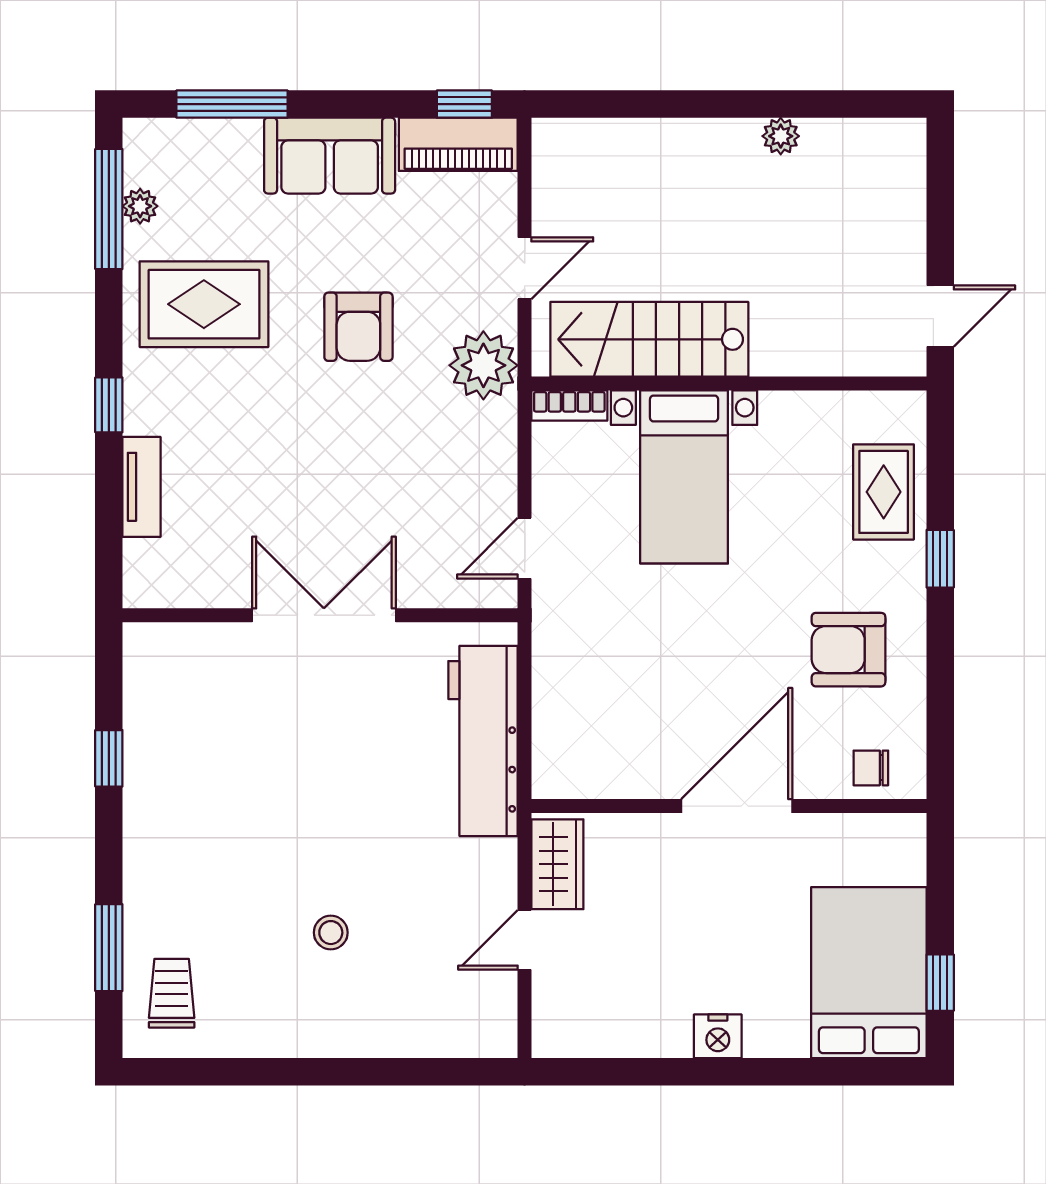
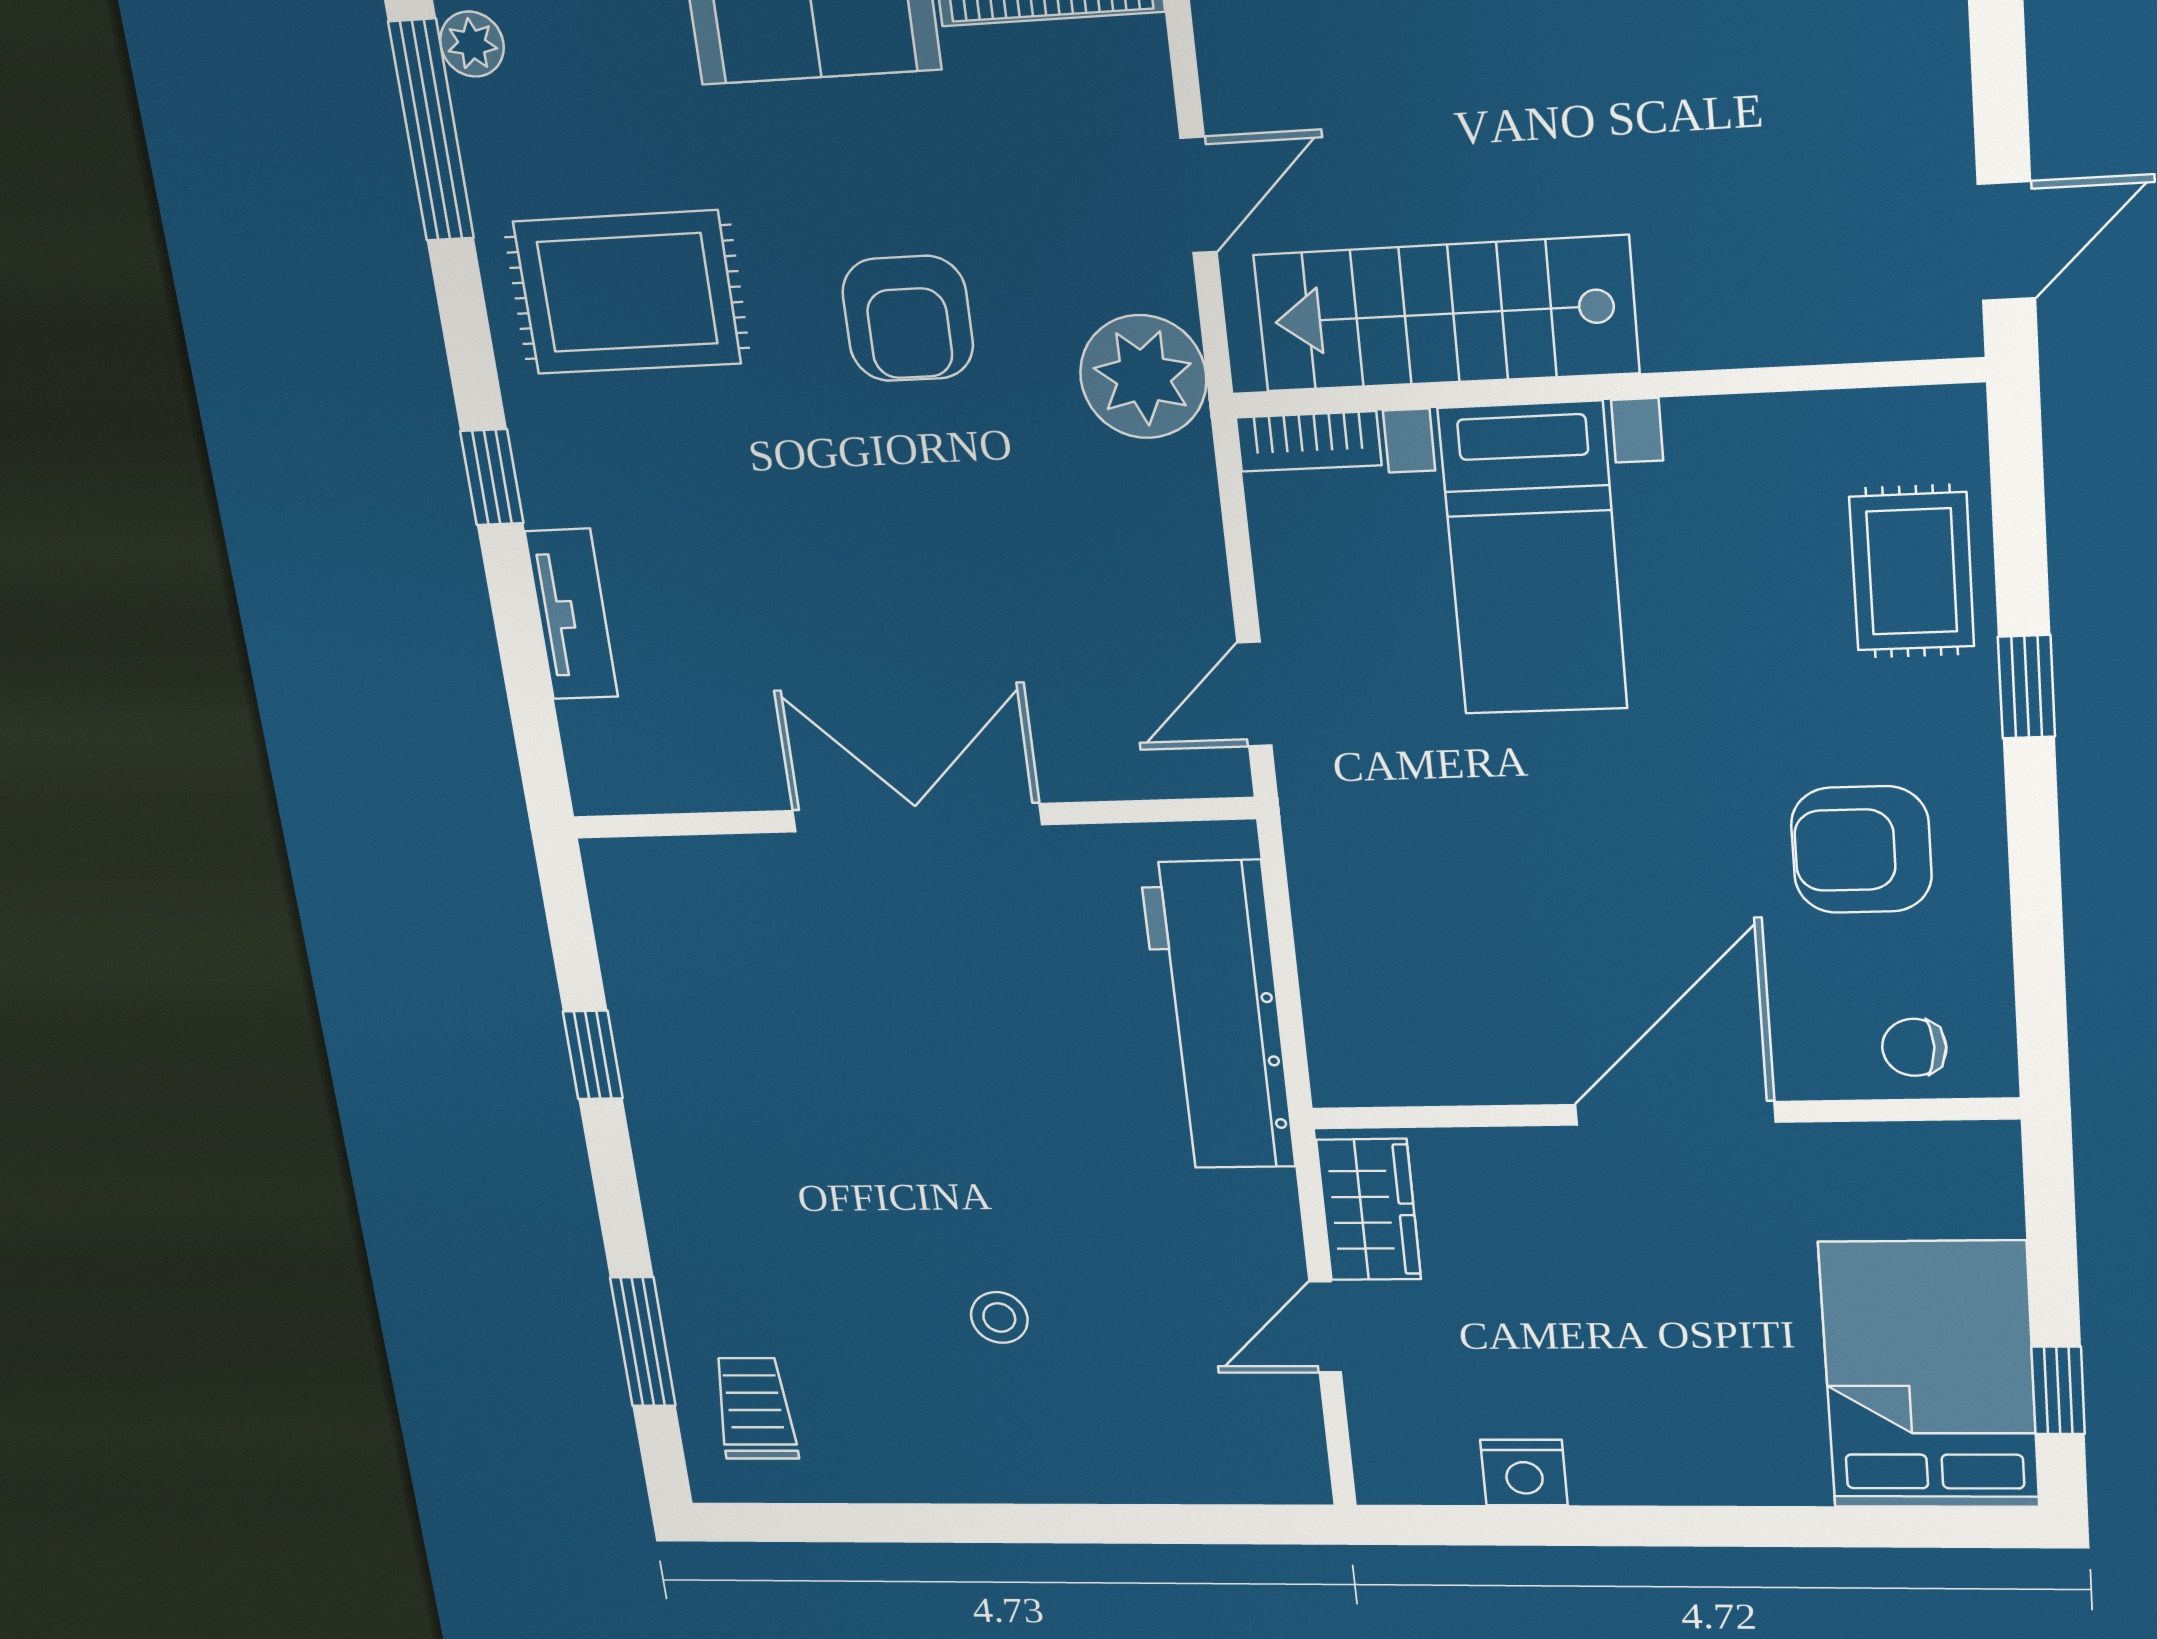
plant: (140, 206) -> (472, 44), moved
nightstand: (718, 1036) -> (1524, 1473), moved

